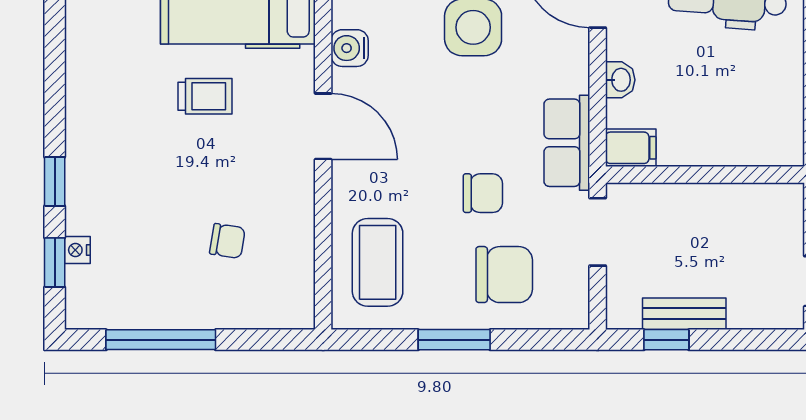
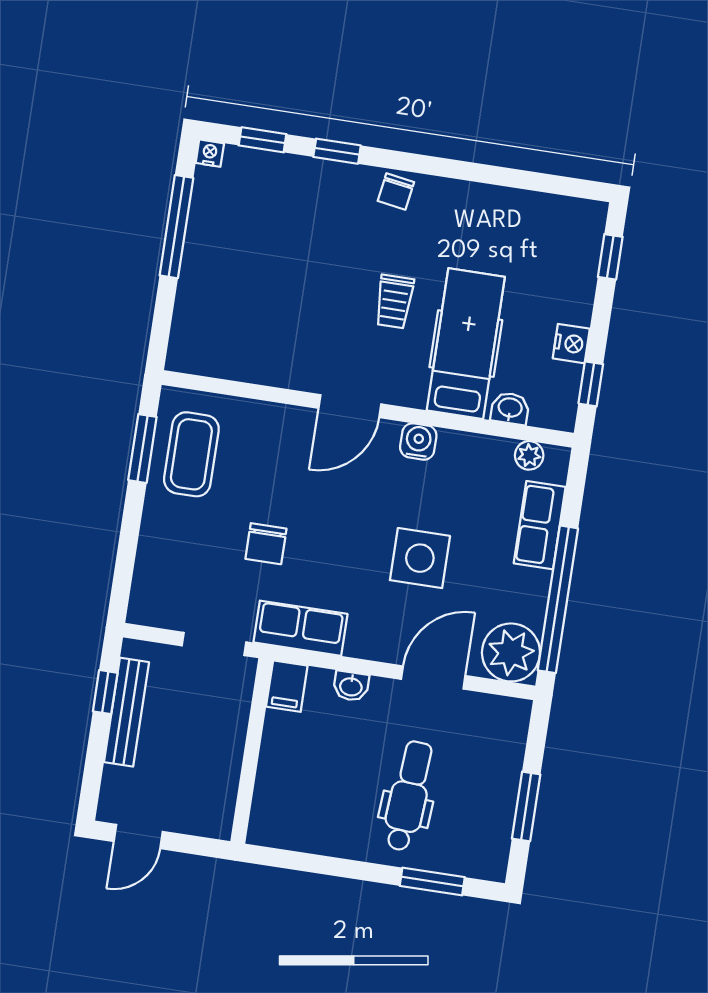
chair: (227, 241) -> (396, 191), moved
nightstand: (77, 250) -> (210, 153), moved
coffee table: (378, 262) -> (191, 454), moved, turned 90
chair: (504, 275) -> (188, 552), removed
bench: (684, 314) -> (126, 712), width x1.36
window: (454, 340) -> (142, 449), moved

